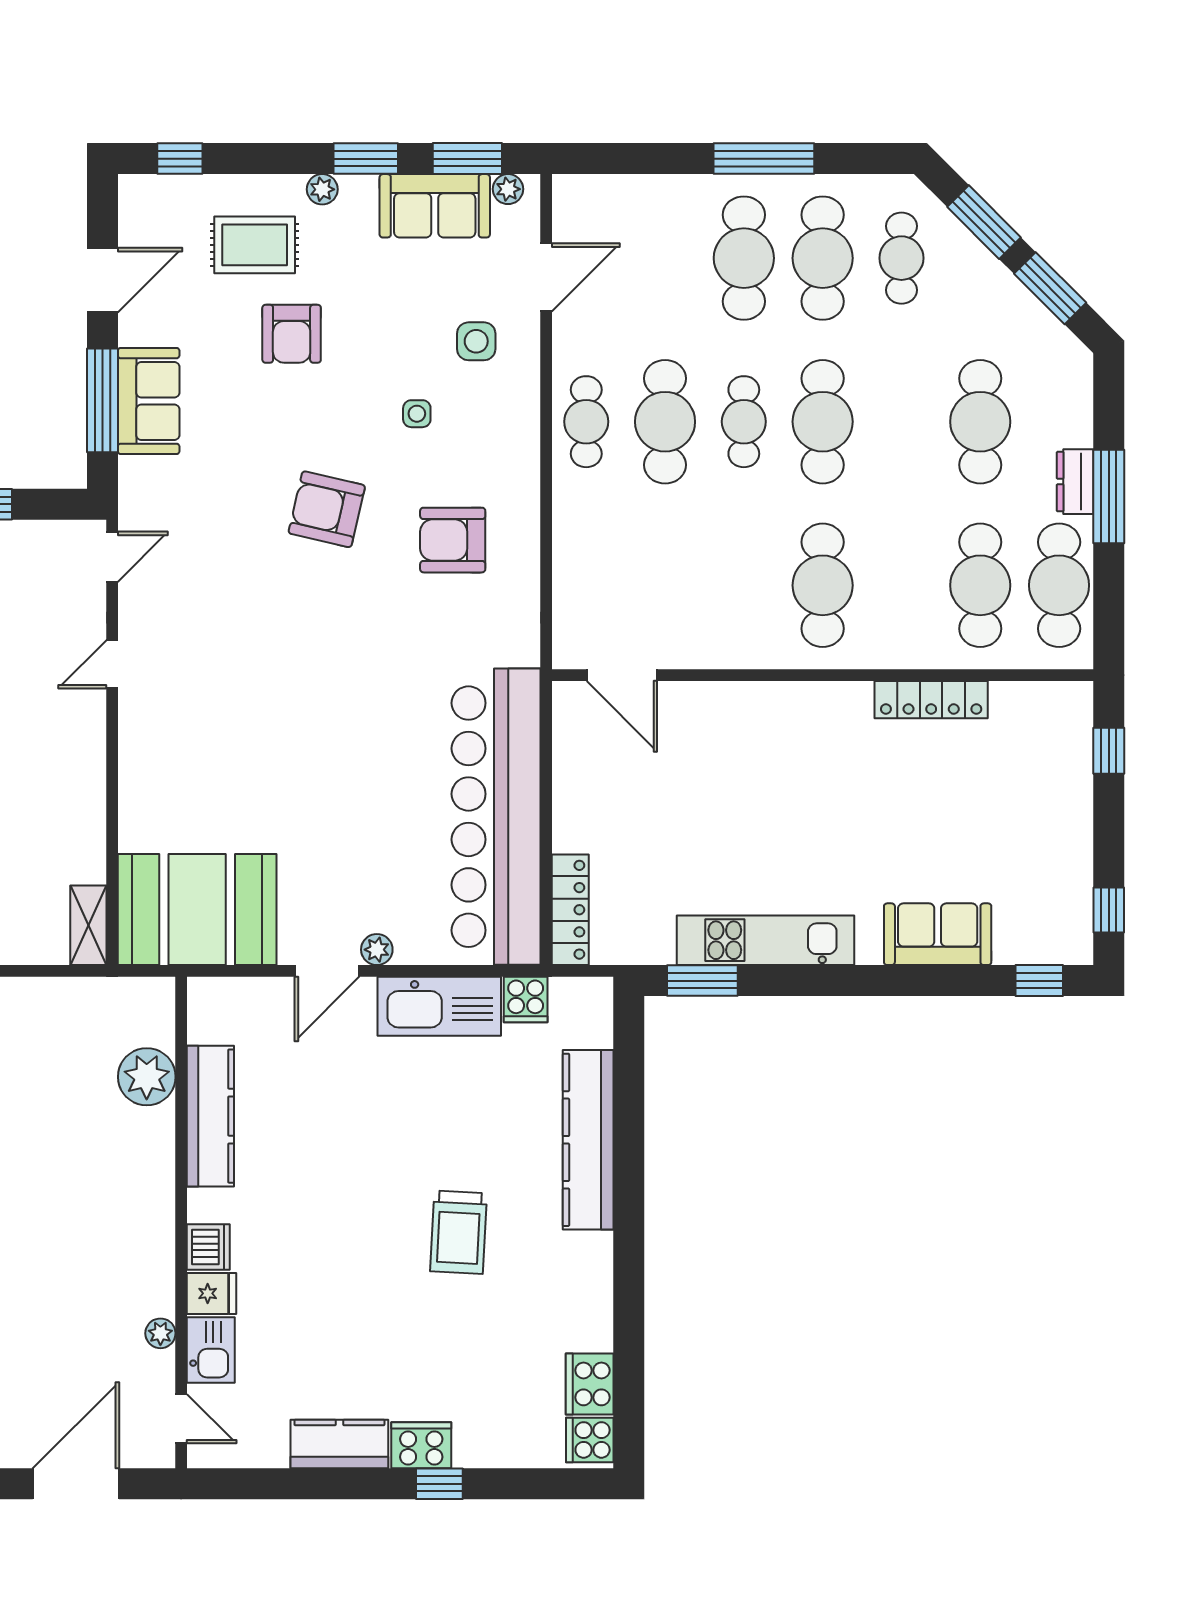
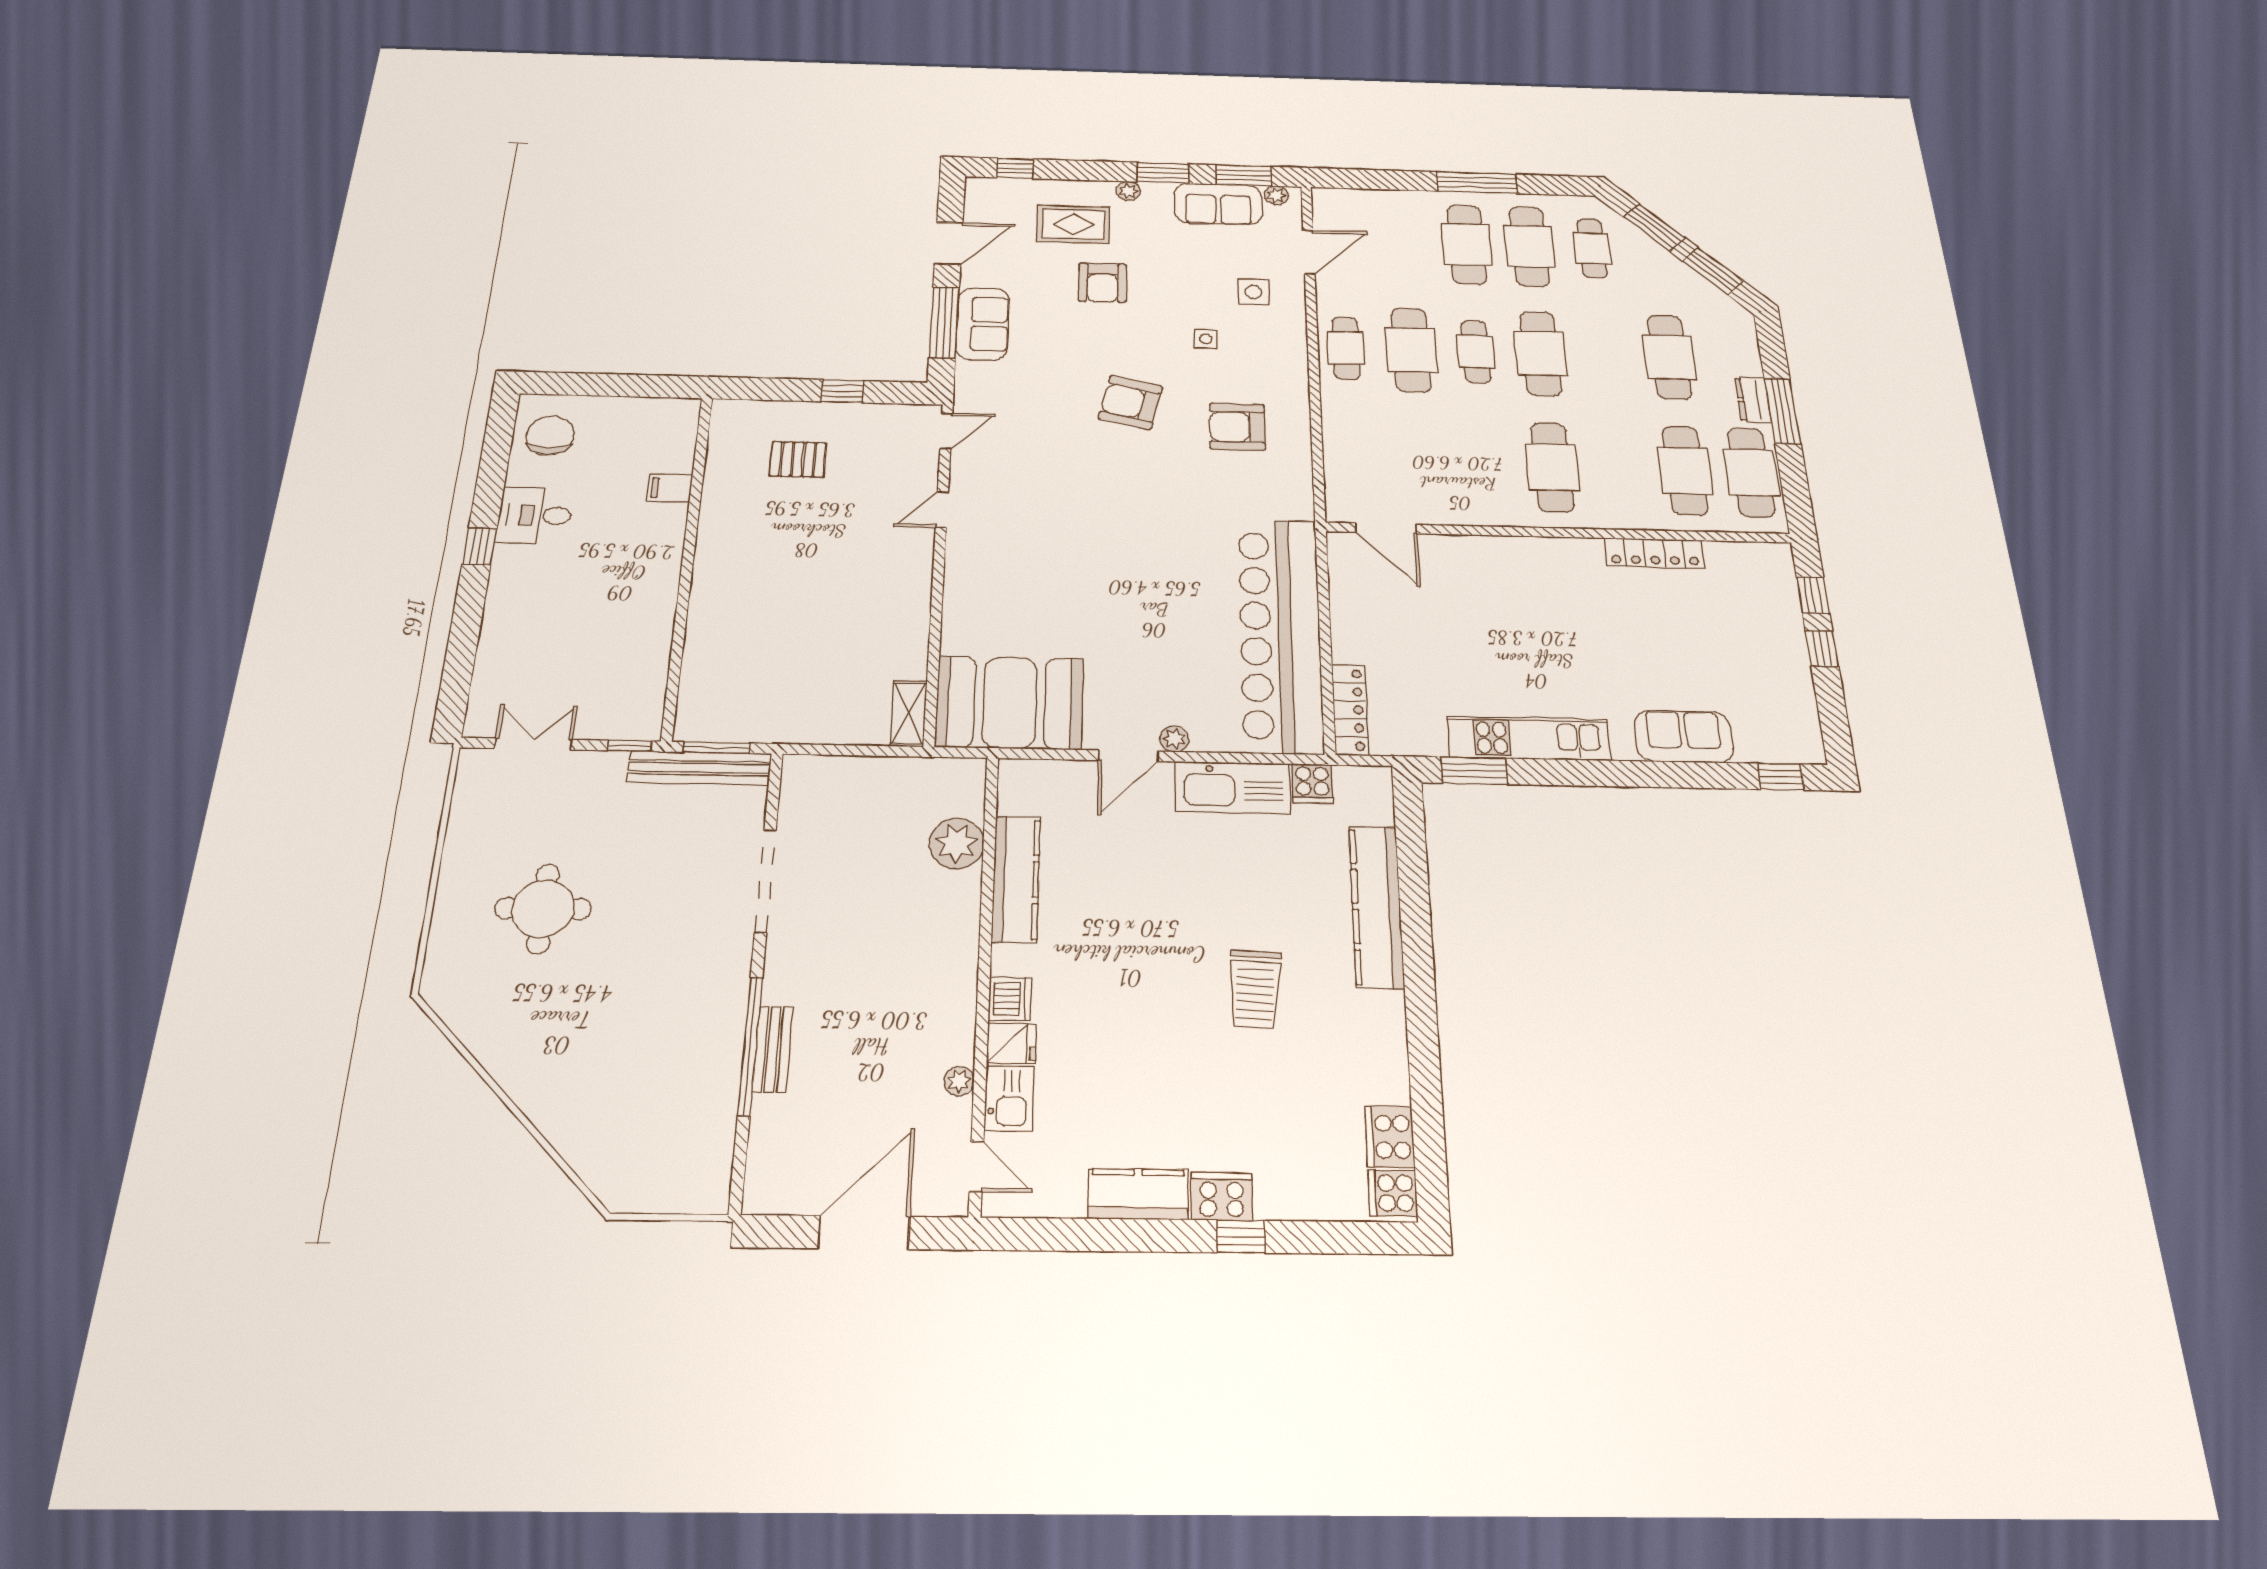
window: (1109, 910) -> (1822, 649), moved

